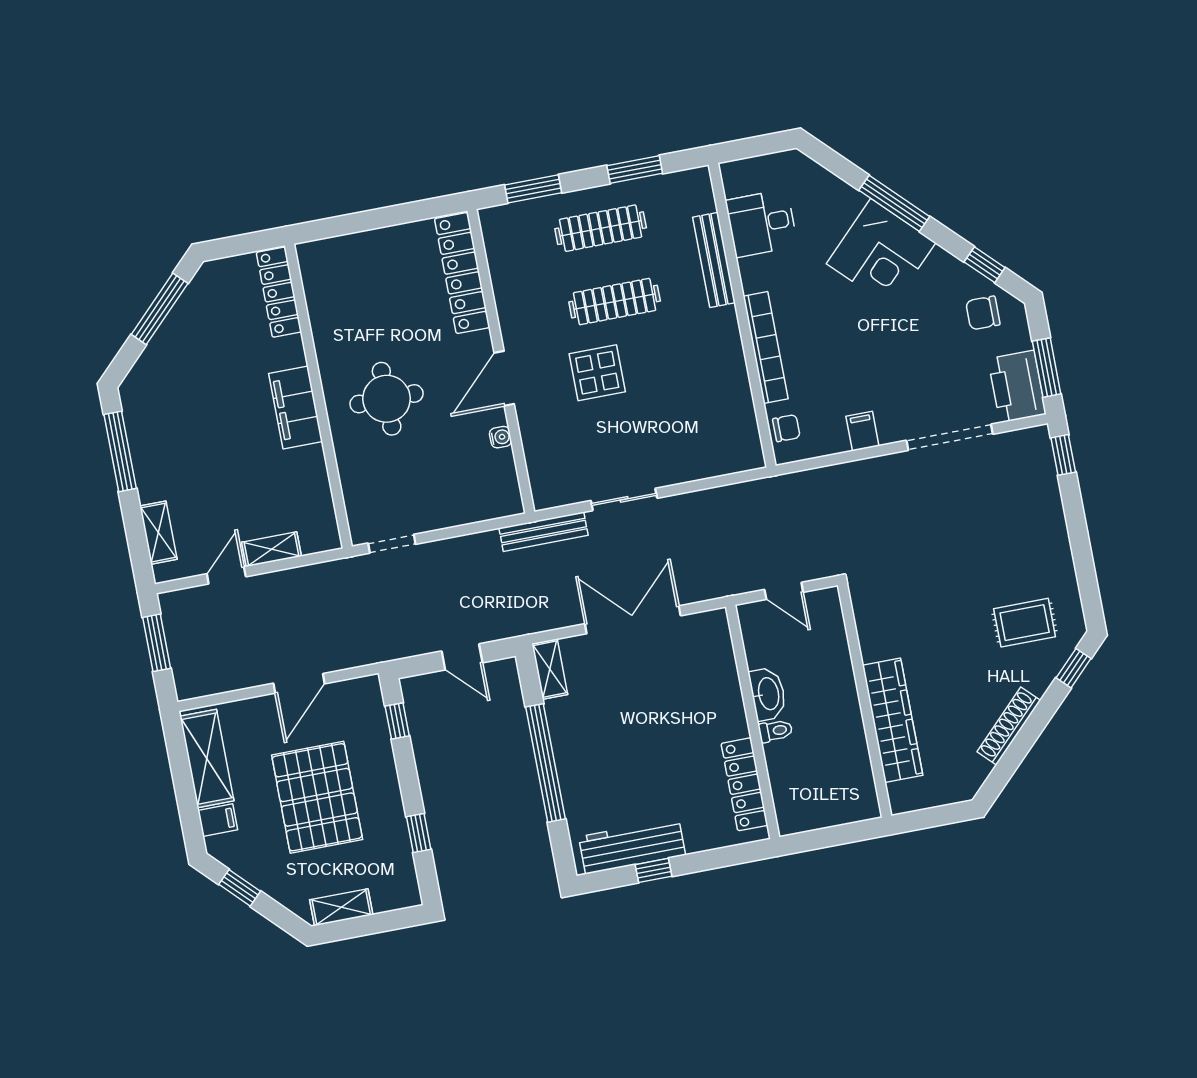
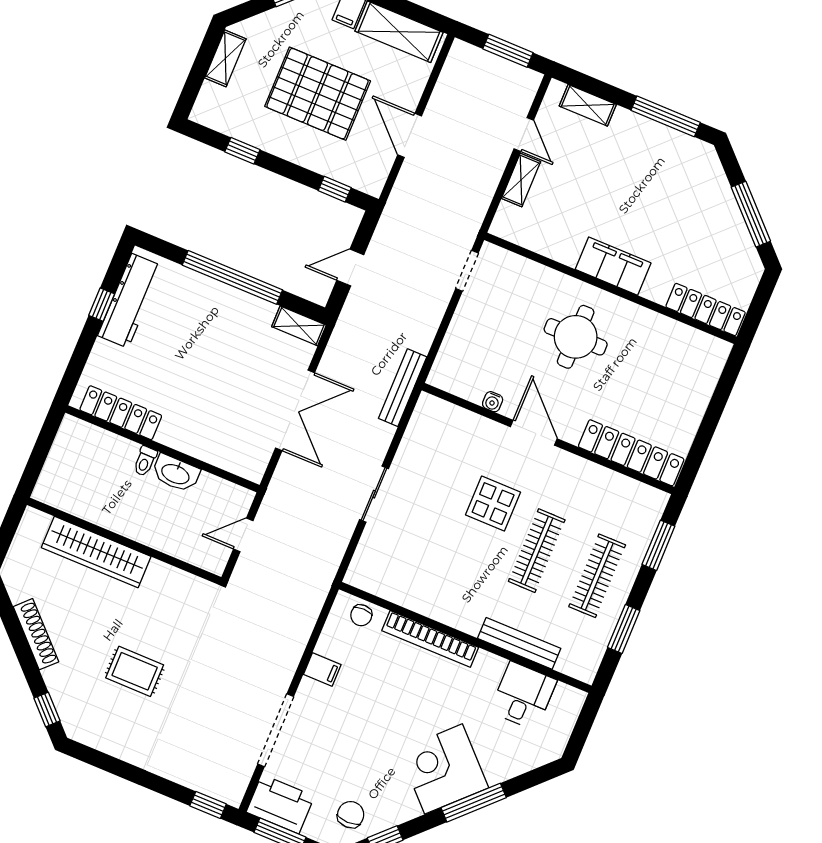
sliding door: (624, 499) -> (374, 494), moved
rug: (1025, 623) -> (135, 671), moved, turned 90

